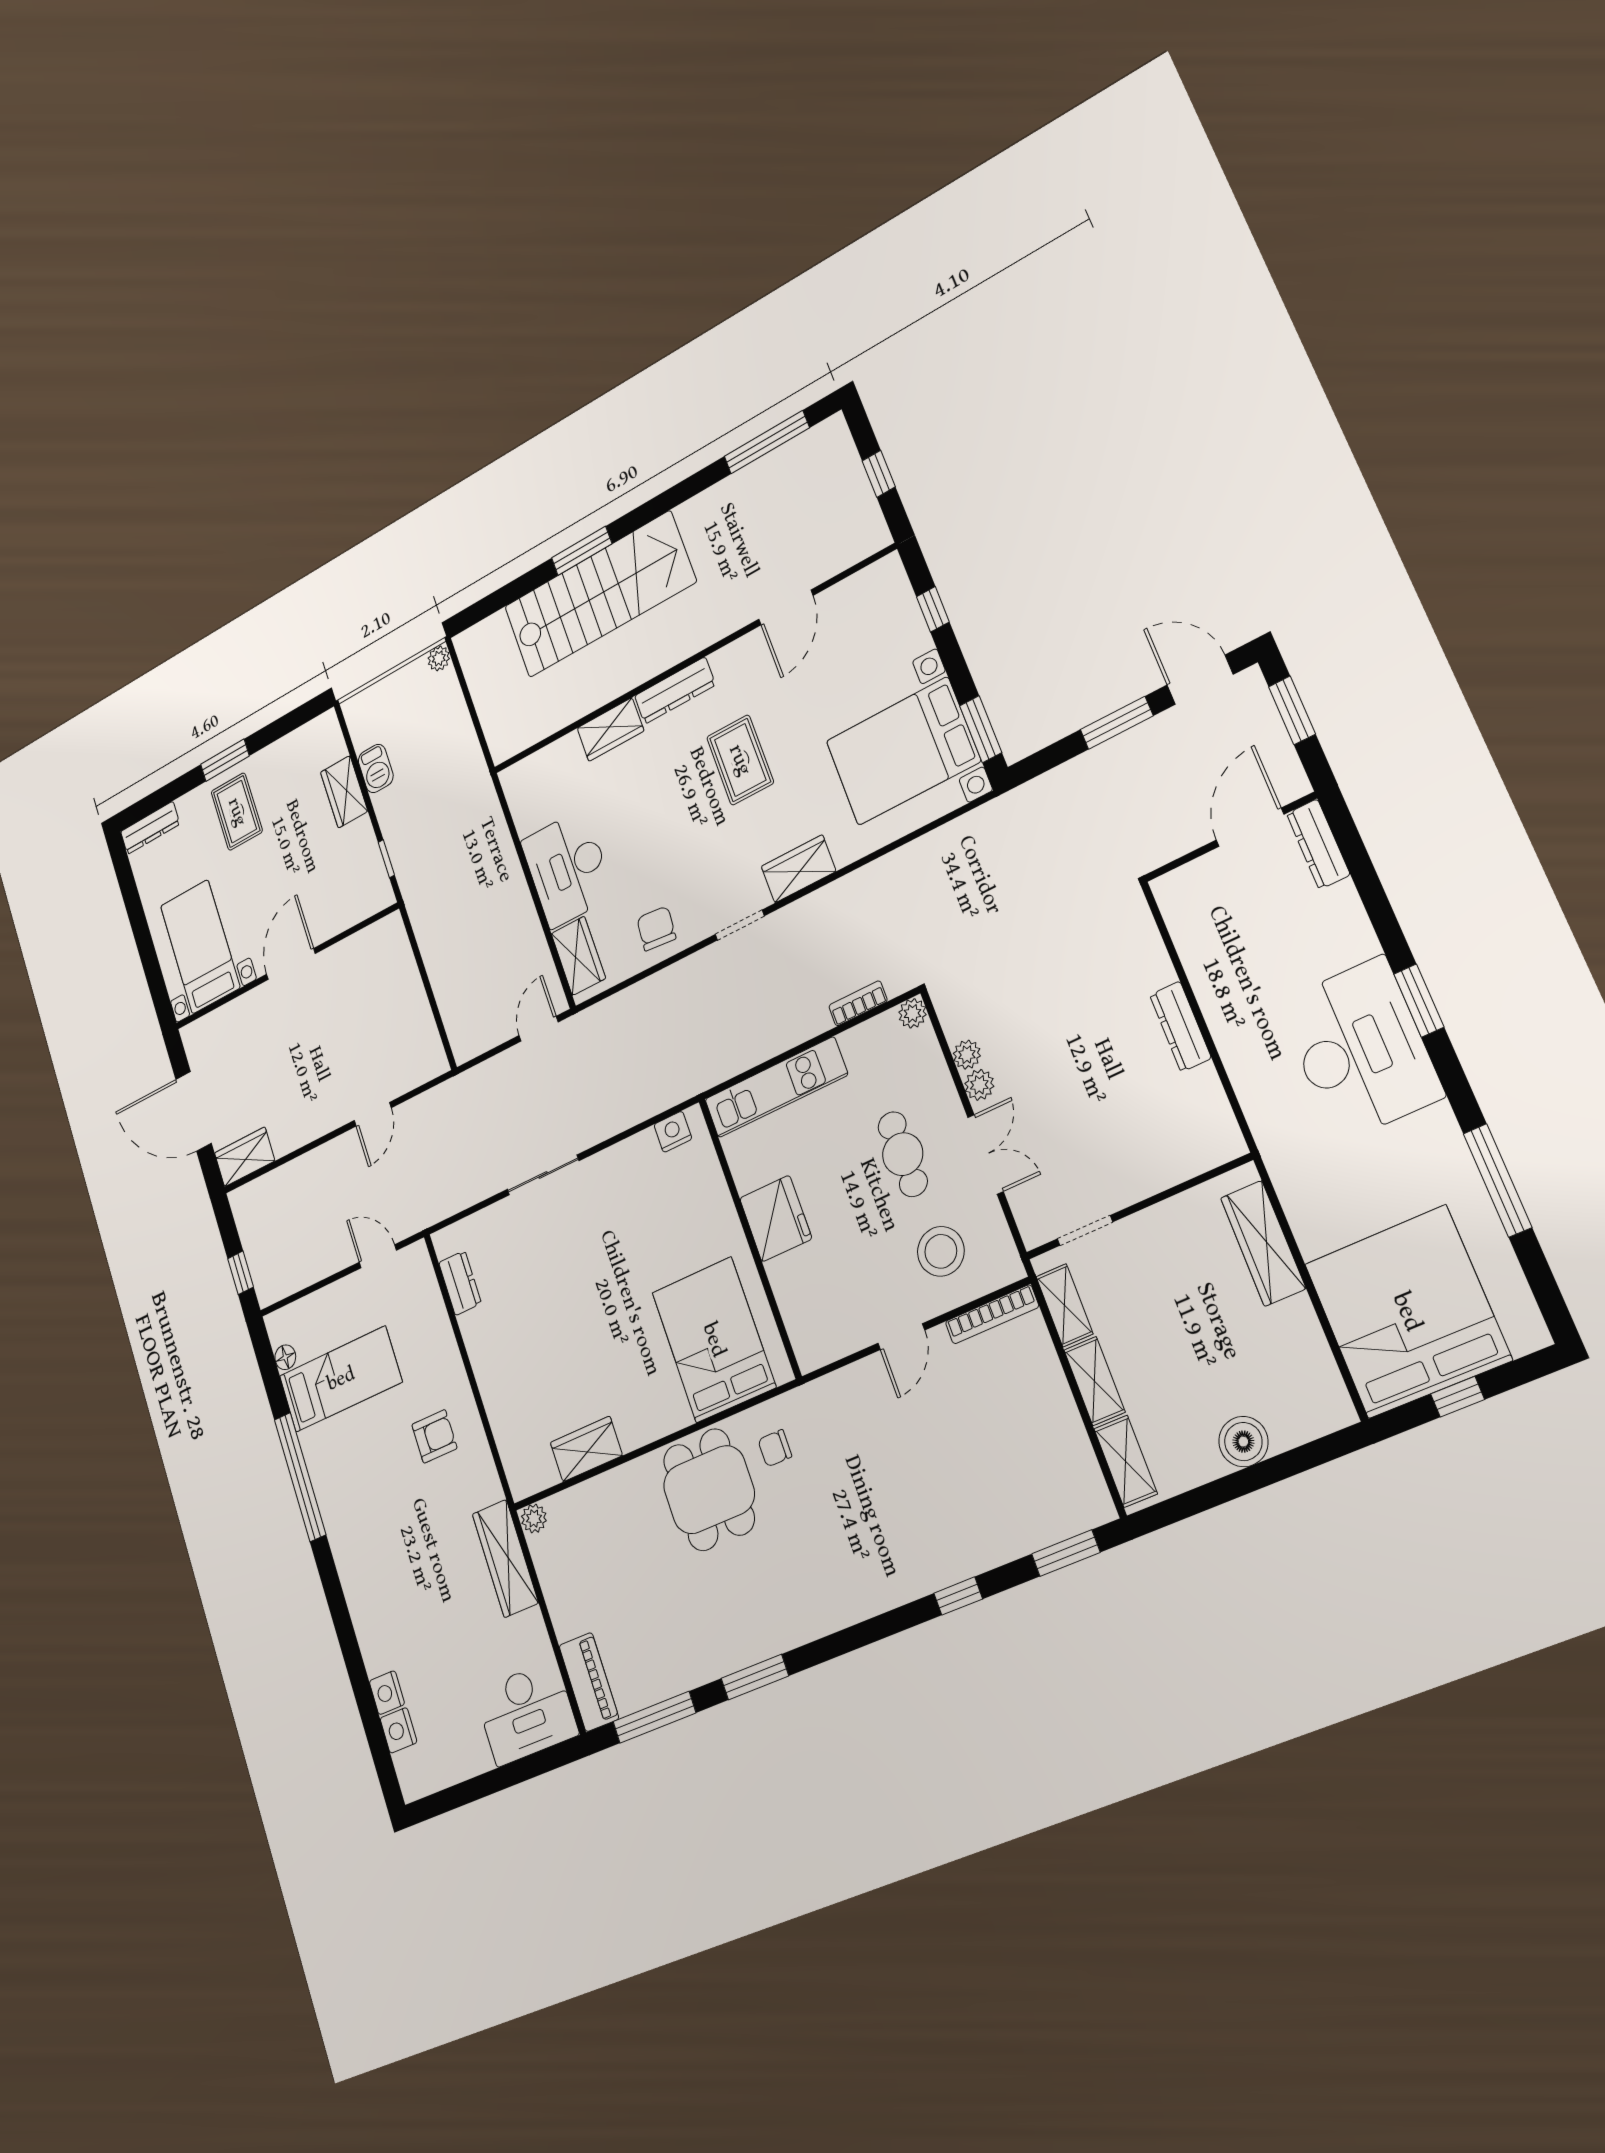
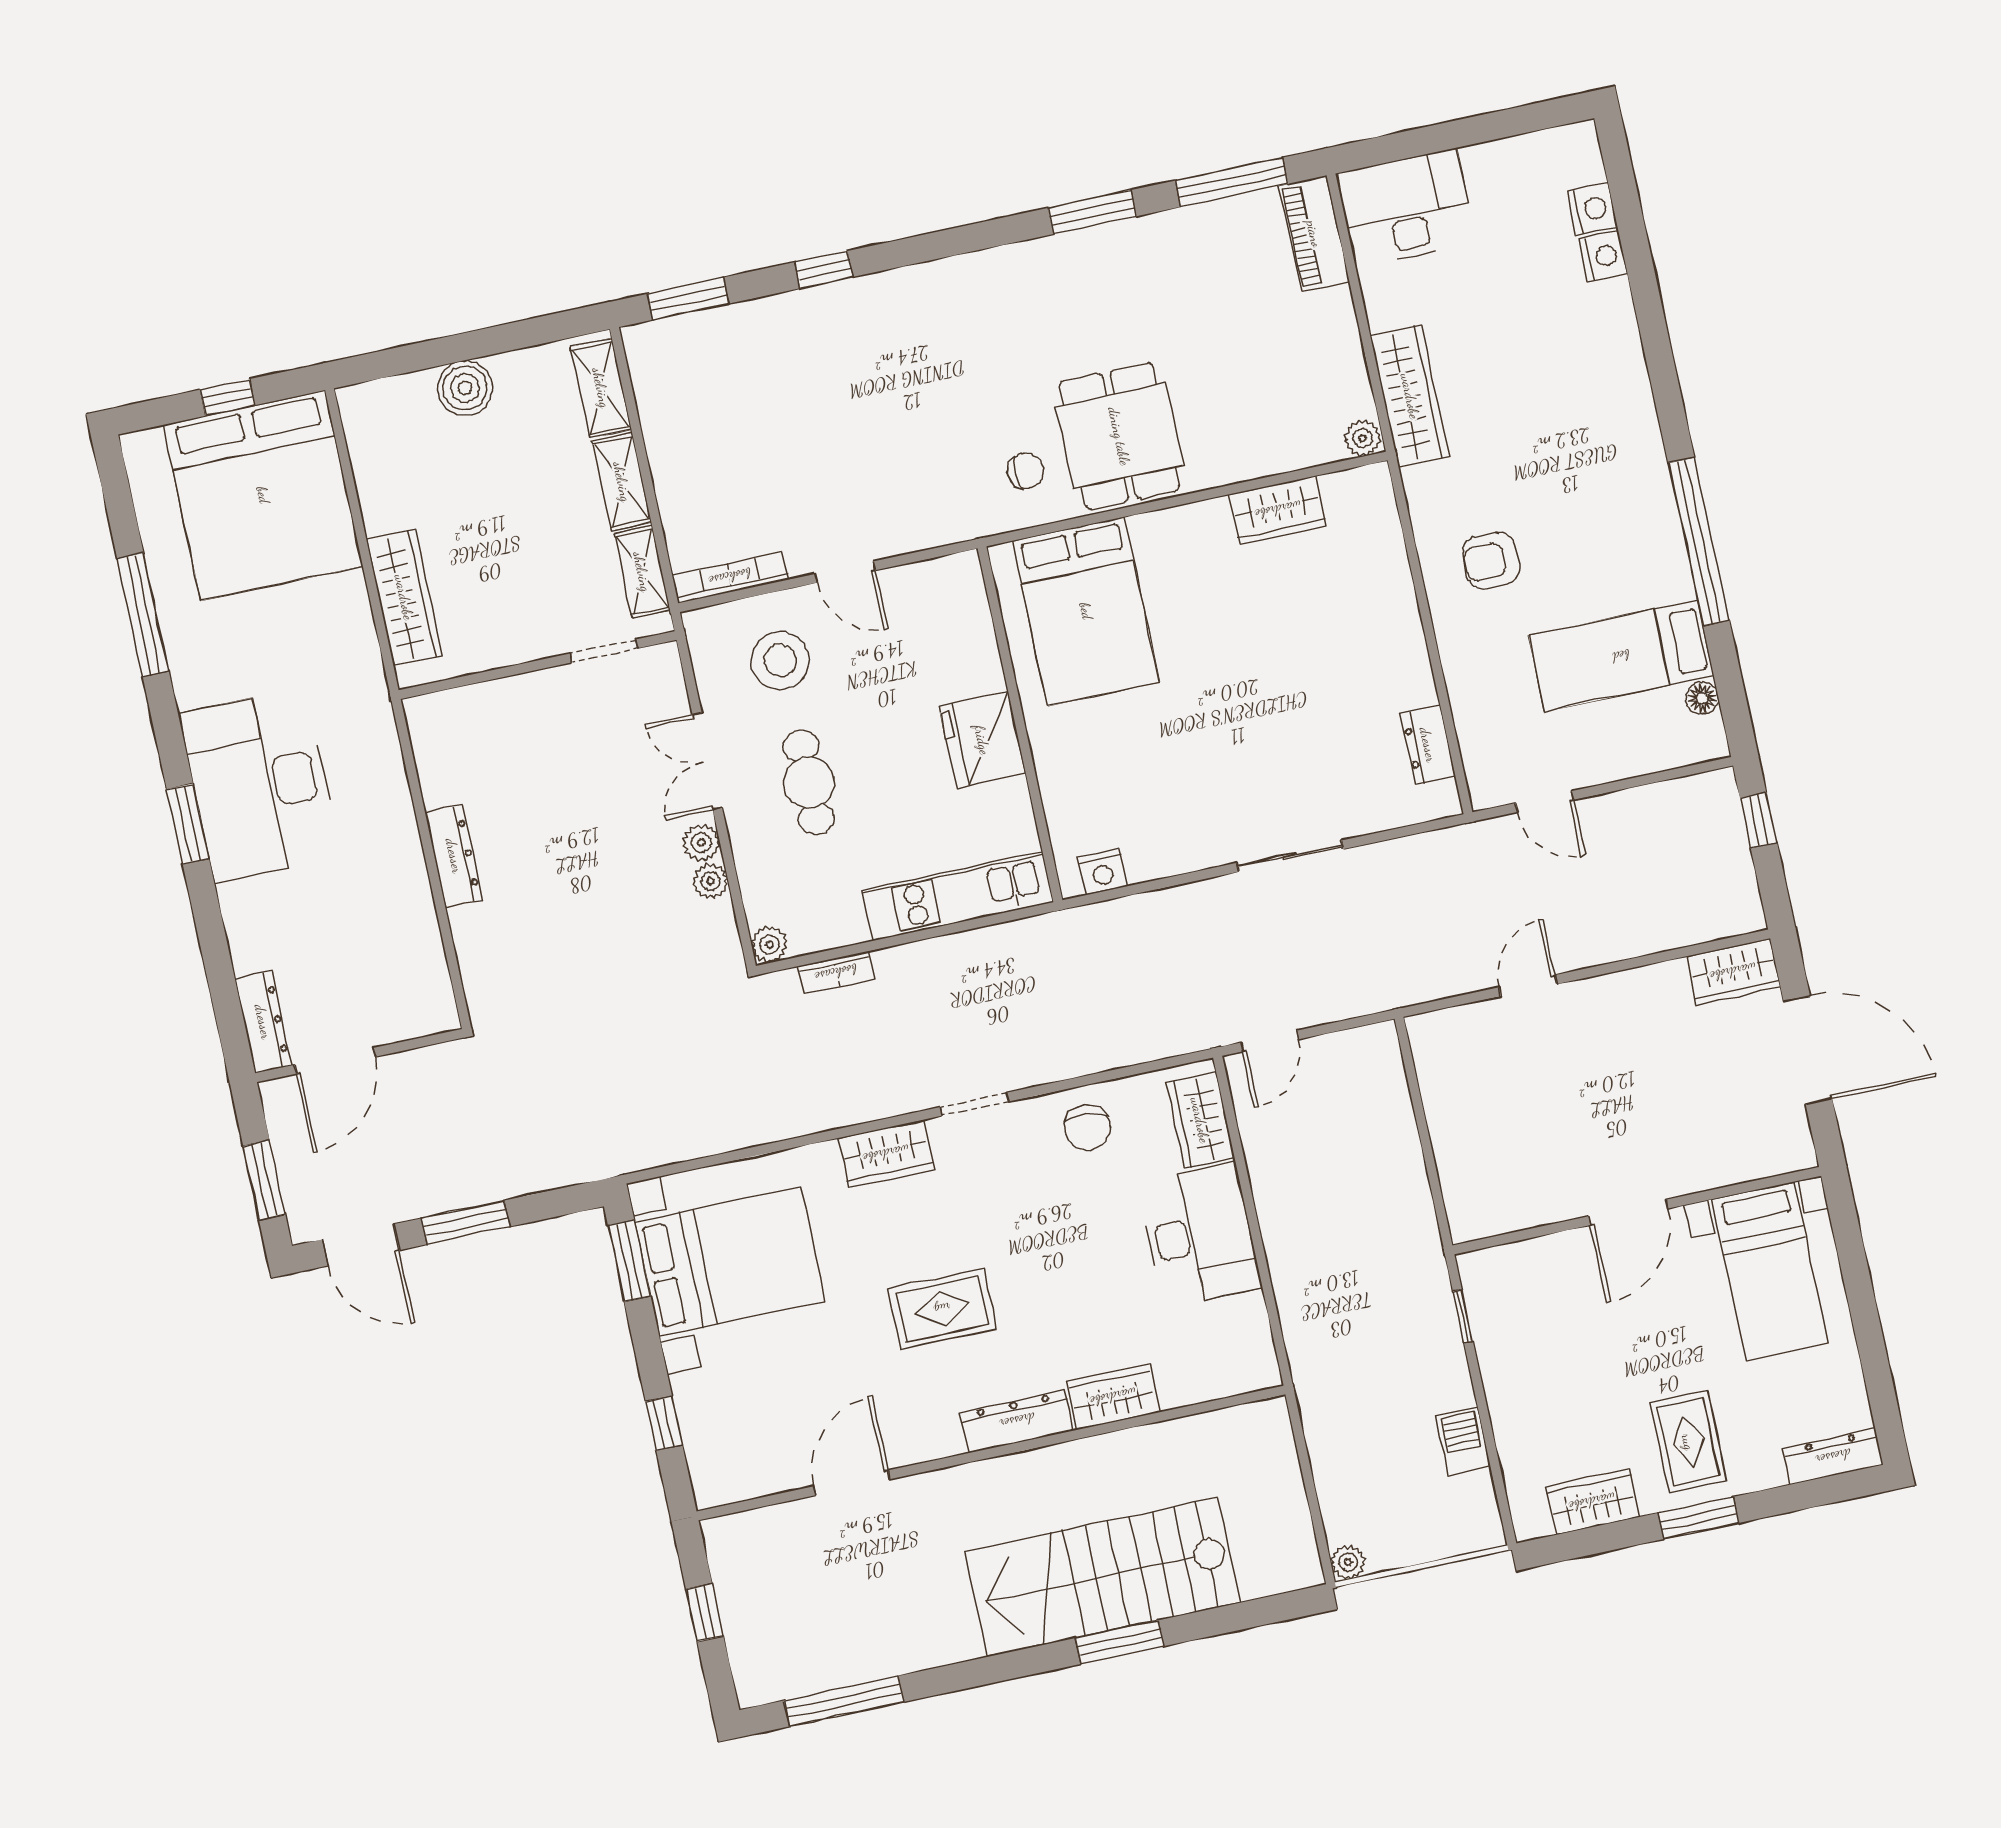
rug: (740, 760) -> (942, 1309), turned 90
wardrobe: (344, 792) -> (1592, 1502), moved, turned -90
door: (901, 1337) -> (845, 572), swing flipped

